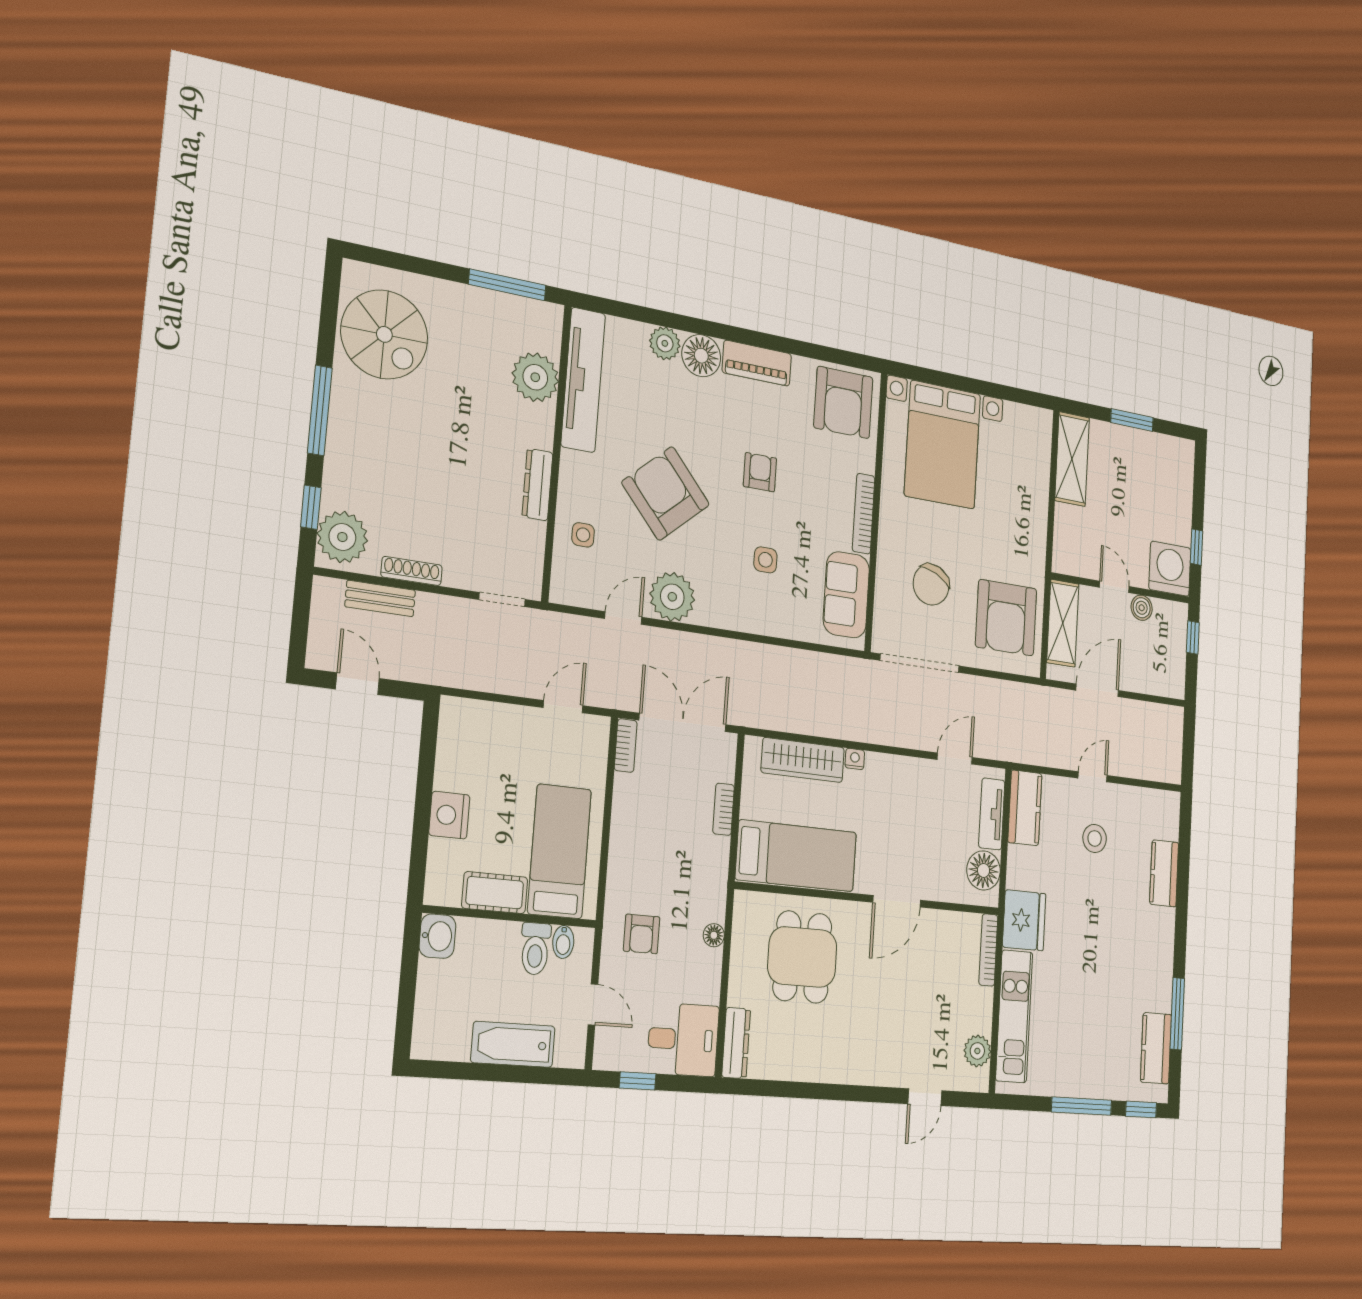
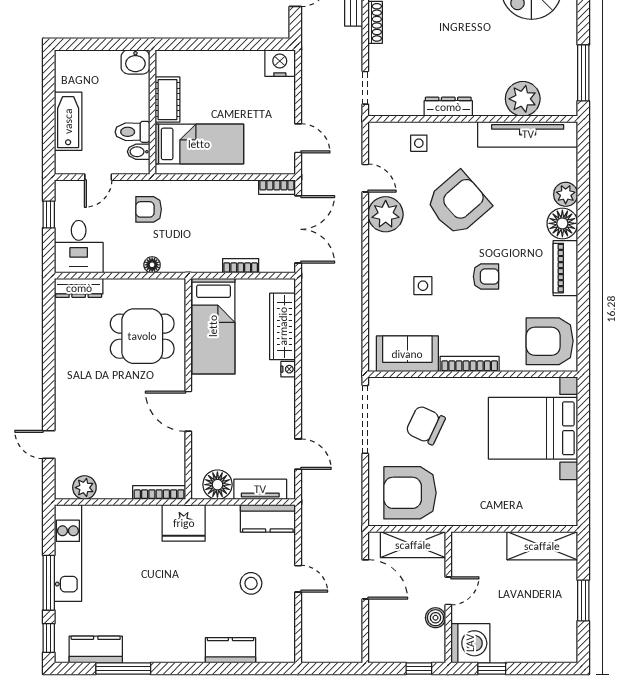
nightstand: (449, 815) -> (280, 63), moved
kitchen unit: (1014, 1016) -> (68, 553), moved, turned -90

